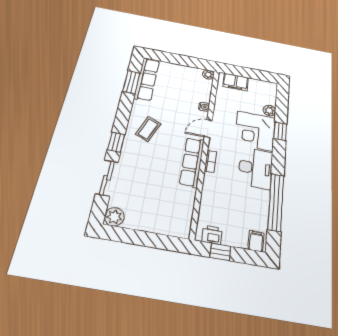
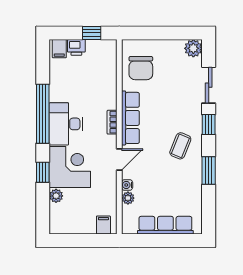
plant: (208, 75) -> (128, 198), moved
row of seats: (147, 79) -> (165, 225), moved, turned 90
window: (131, 82) -> (209, 170), moved
filing cabinet: (236, 82) -> (103, 225), width x0.50
window: (276, 202) -> (43, 114), moved
chair: (174, 207) -> (141, 68), added
printer: (212, 235) -> (76, 47), moved

